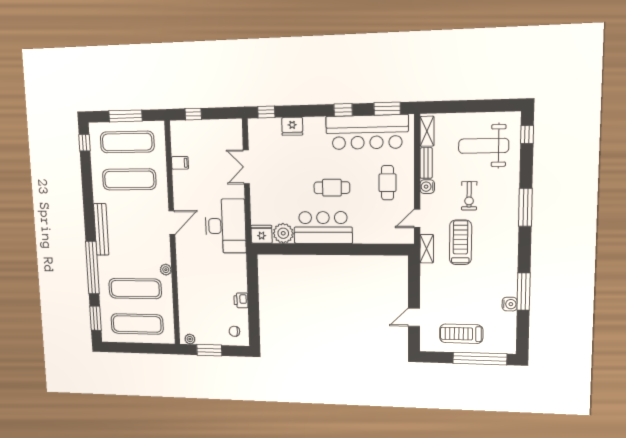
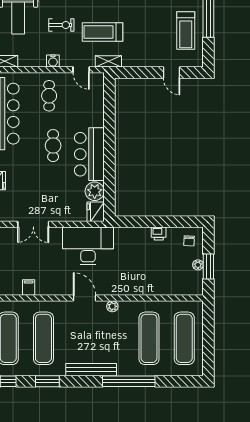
bench: (426, 163) -> (32, 62), removed
cafe table: (387, 183) -> (49, 96), turned 90
plant: (166, 270) -> (112, 306), moved
window: (95, 318) -> (47, 381), moved
plant: (190, 339) -> (198, 265), moved

